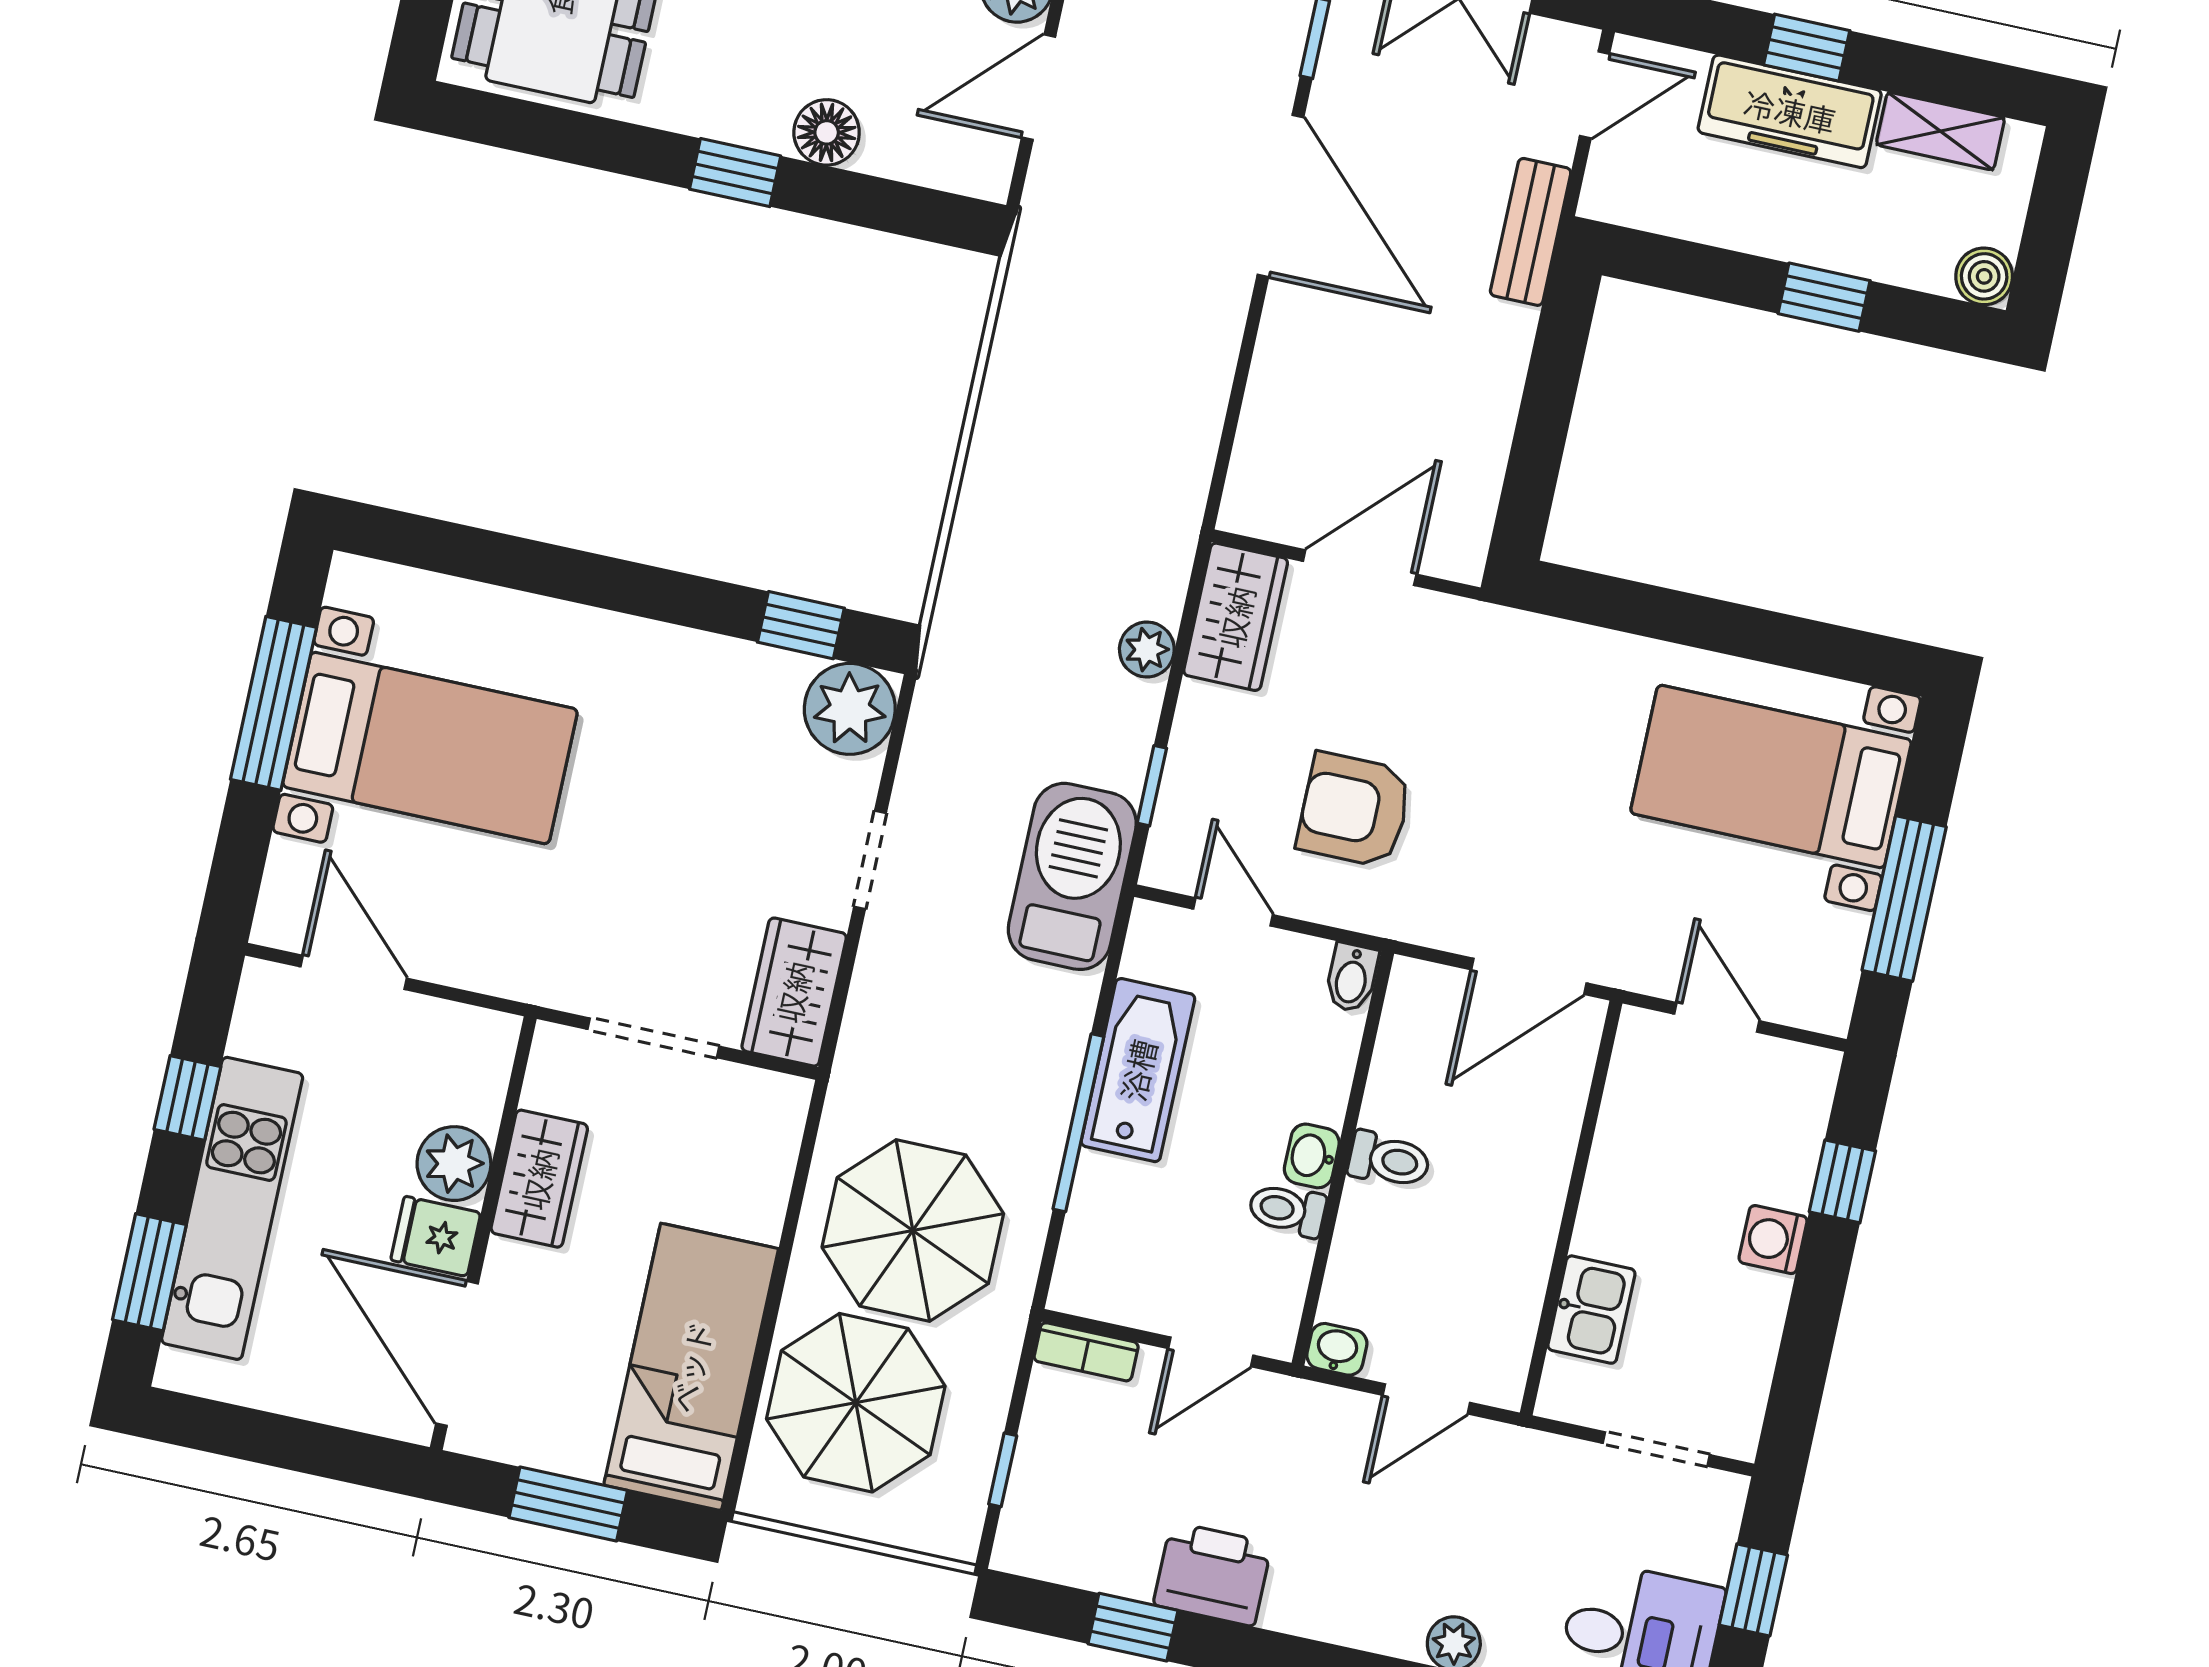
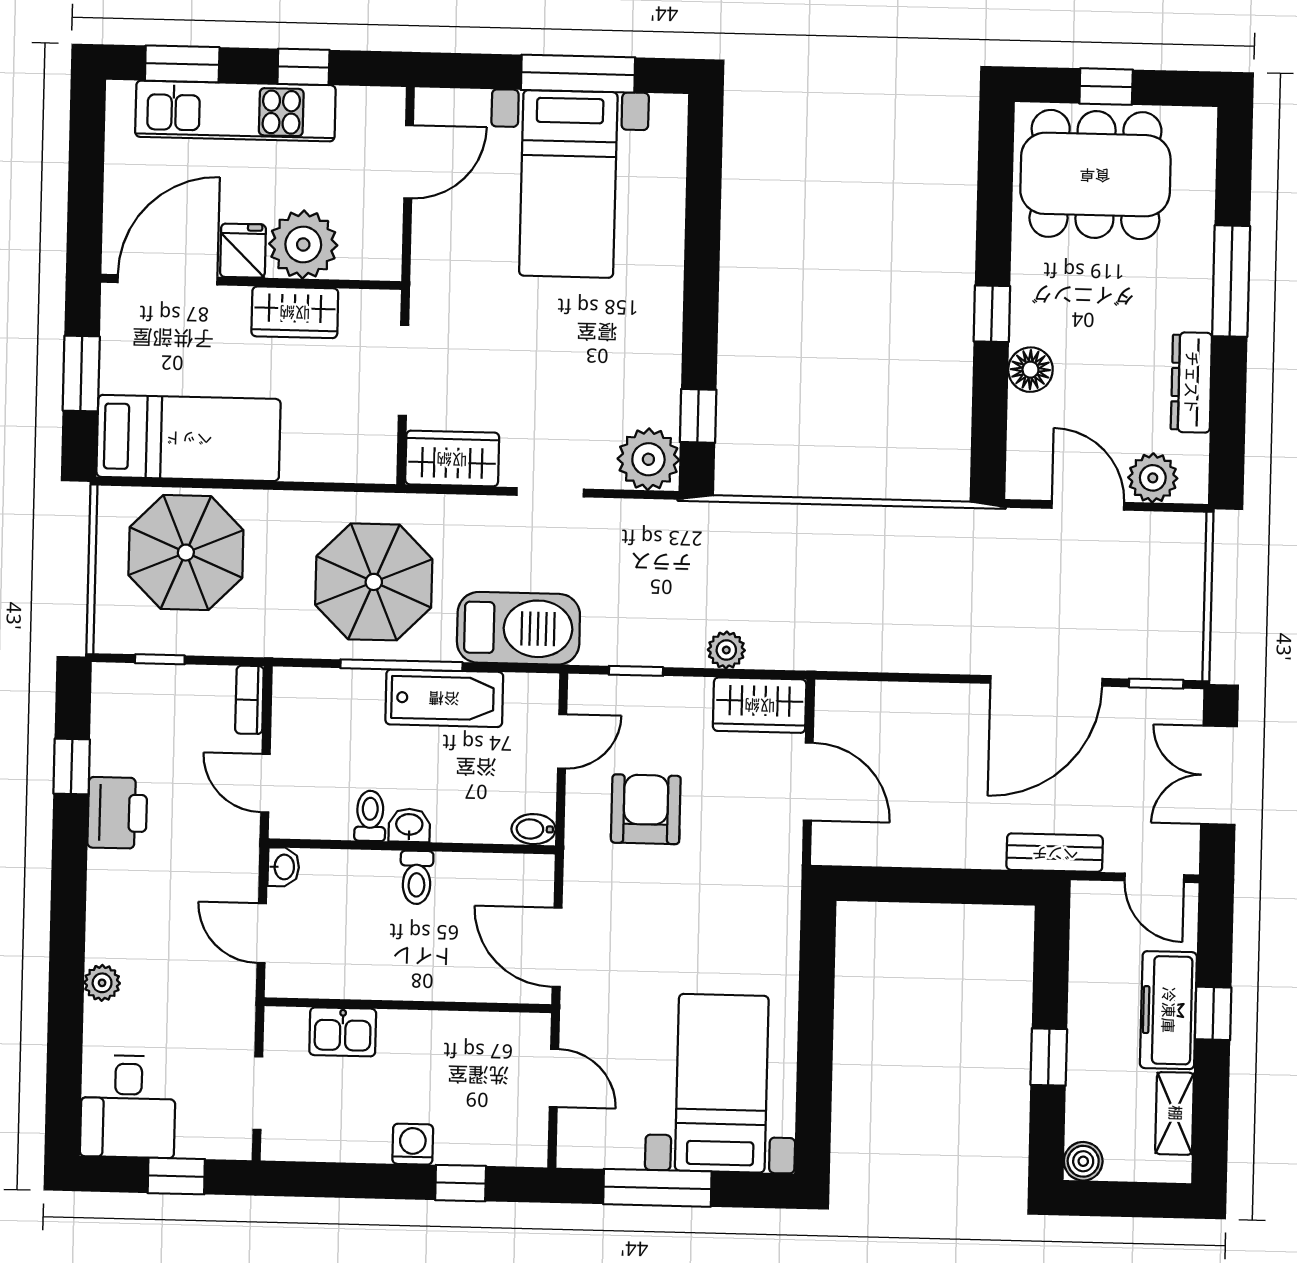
barbecue: (1072, 876) -> (518, 628), moved
door: (1717, 1017) -> (554, 1078), hinge flipped
plant: (454, 1164) -> (303, 245), width x1.36, depth x1.36
parasol: (913, 1231) -> (374, 582), moved

